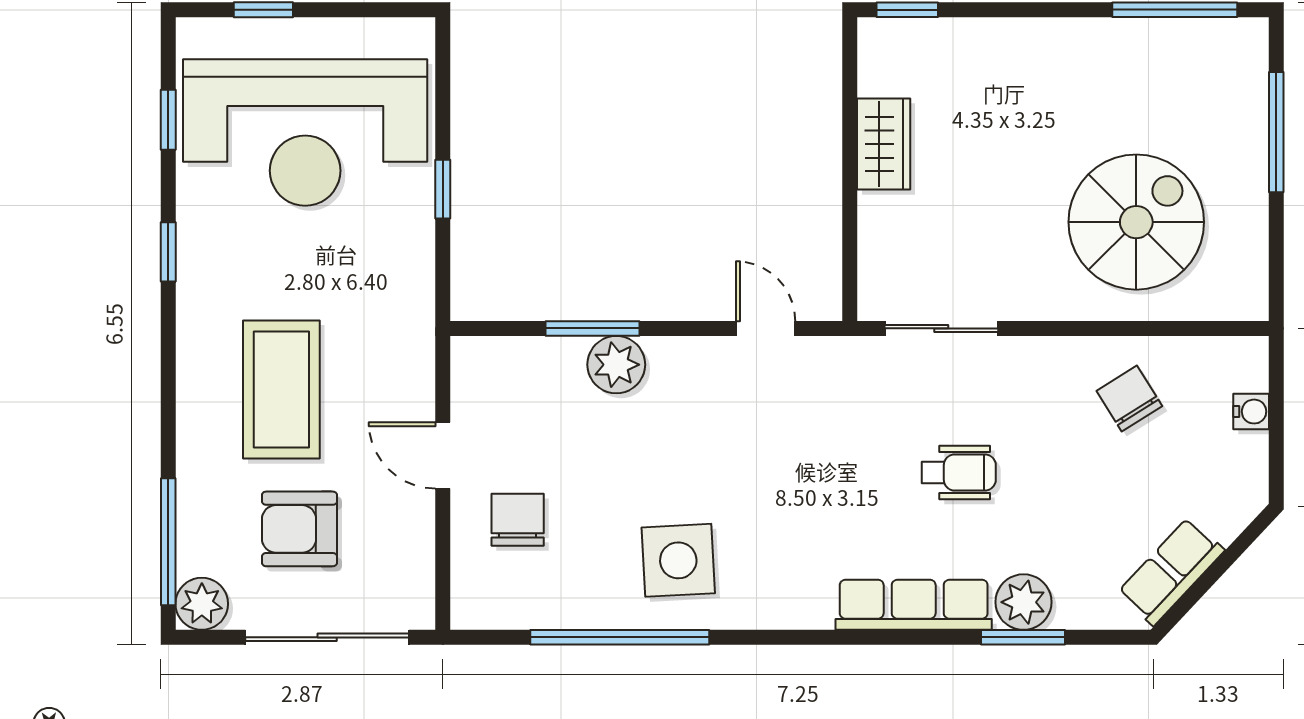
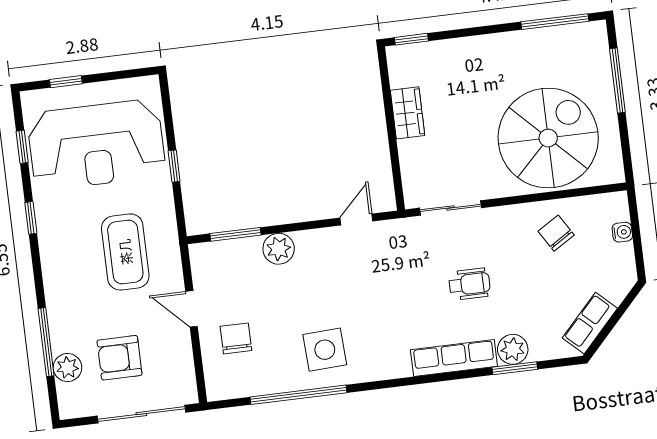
spiral stairs: (1136, 222) -> (548, 138), width x1.37, depth x1.37
window: (592, 328) -> (236, 234), moved
door: (766, 328) -> (356, 220), hinge flipped
coffee table: (281, 389) -> (125, 252), moved
window: (168, 542) -> (46, 342), moved
plant: (202, 604) -> (67, 368), moved

